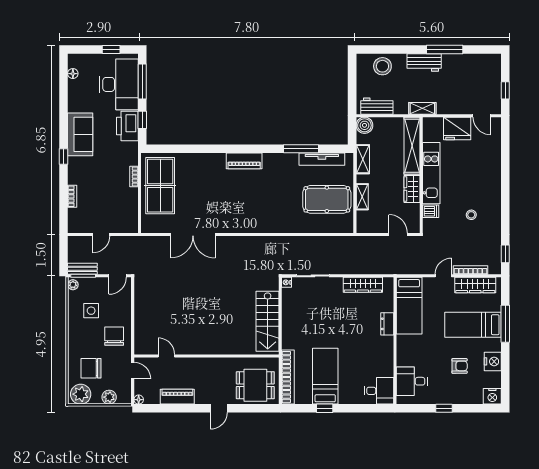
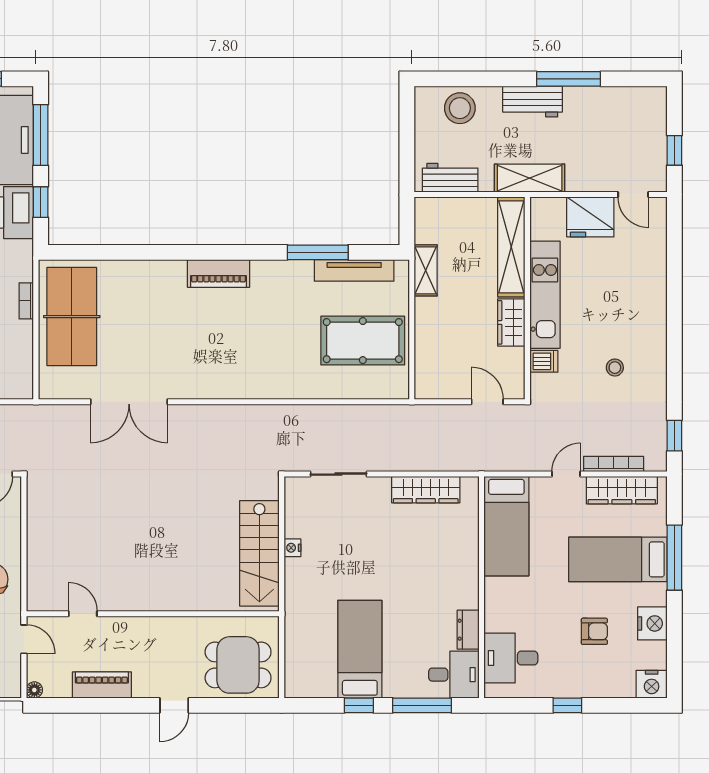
shelving: (422, 108) -> (530, 178), width x1.50, depth x1.33
boiler: (364, 125) -> (428, 211), removed
shelving: (362, 197) -> (424, 336), removed
nightstand: (287, 282) -> (292, 548), moved
dresser: (387, 324) -> (468, 630), moved
bookcase: (288, 377) -> (295, 651), removed
window: (361, 408) -> (422, 705), added

